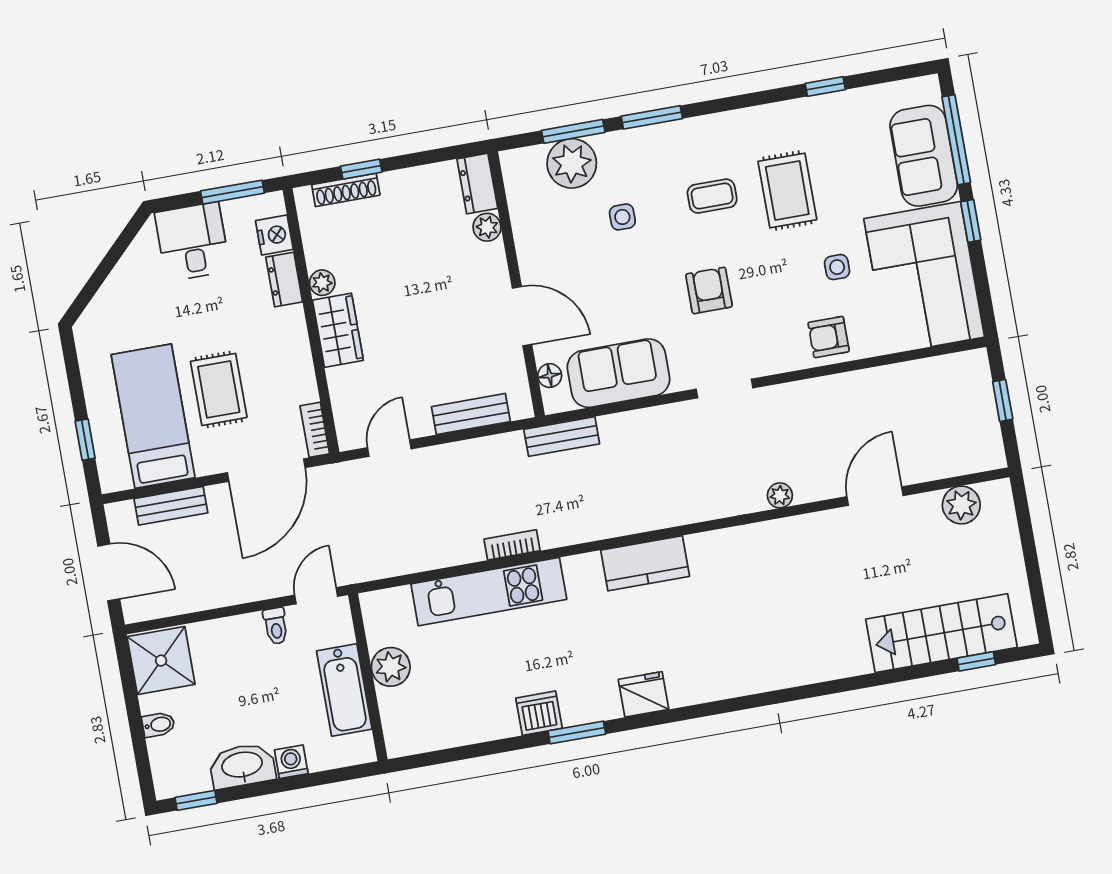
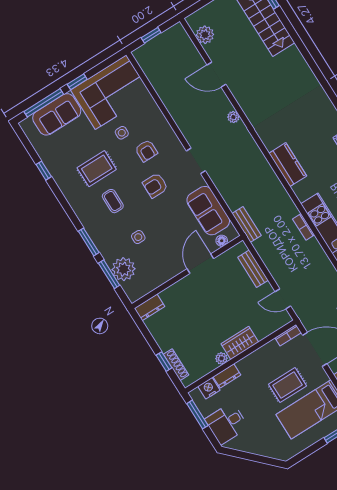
plant: (487, 227) -> (167, 295), removed
armchair: (829, 337) -> (146, 151), moved

